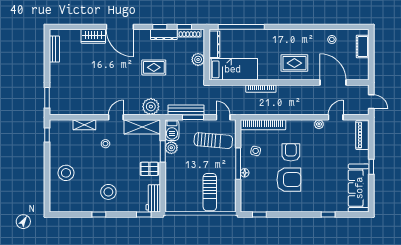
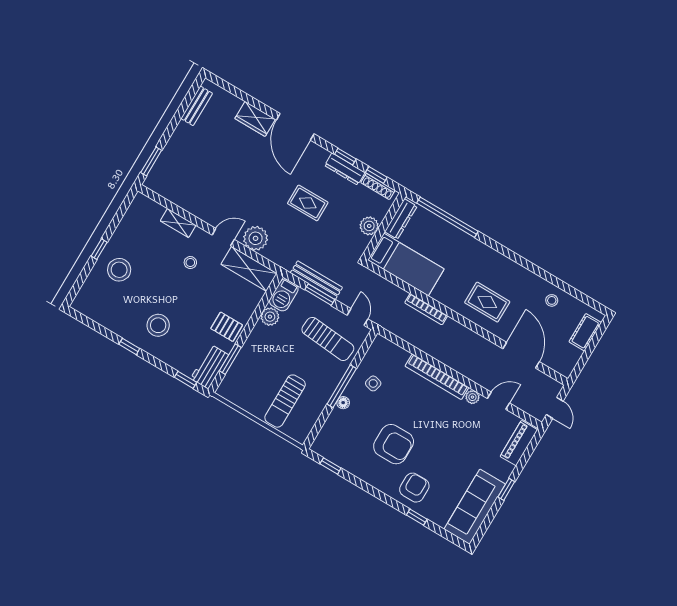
plant: (151, 107) -> (256, 238), moved
bookcase: (263, 125) -> (437, 377), moved
window: (47, 135) -> (99, 249), moved
window: (163, 151) -> (230, 359), moved
armchair: (291, 152) -> (414, 488), moved

